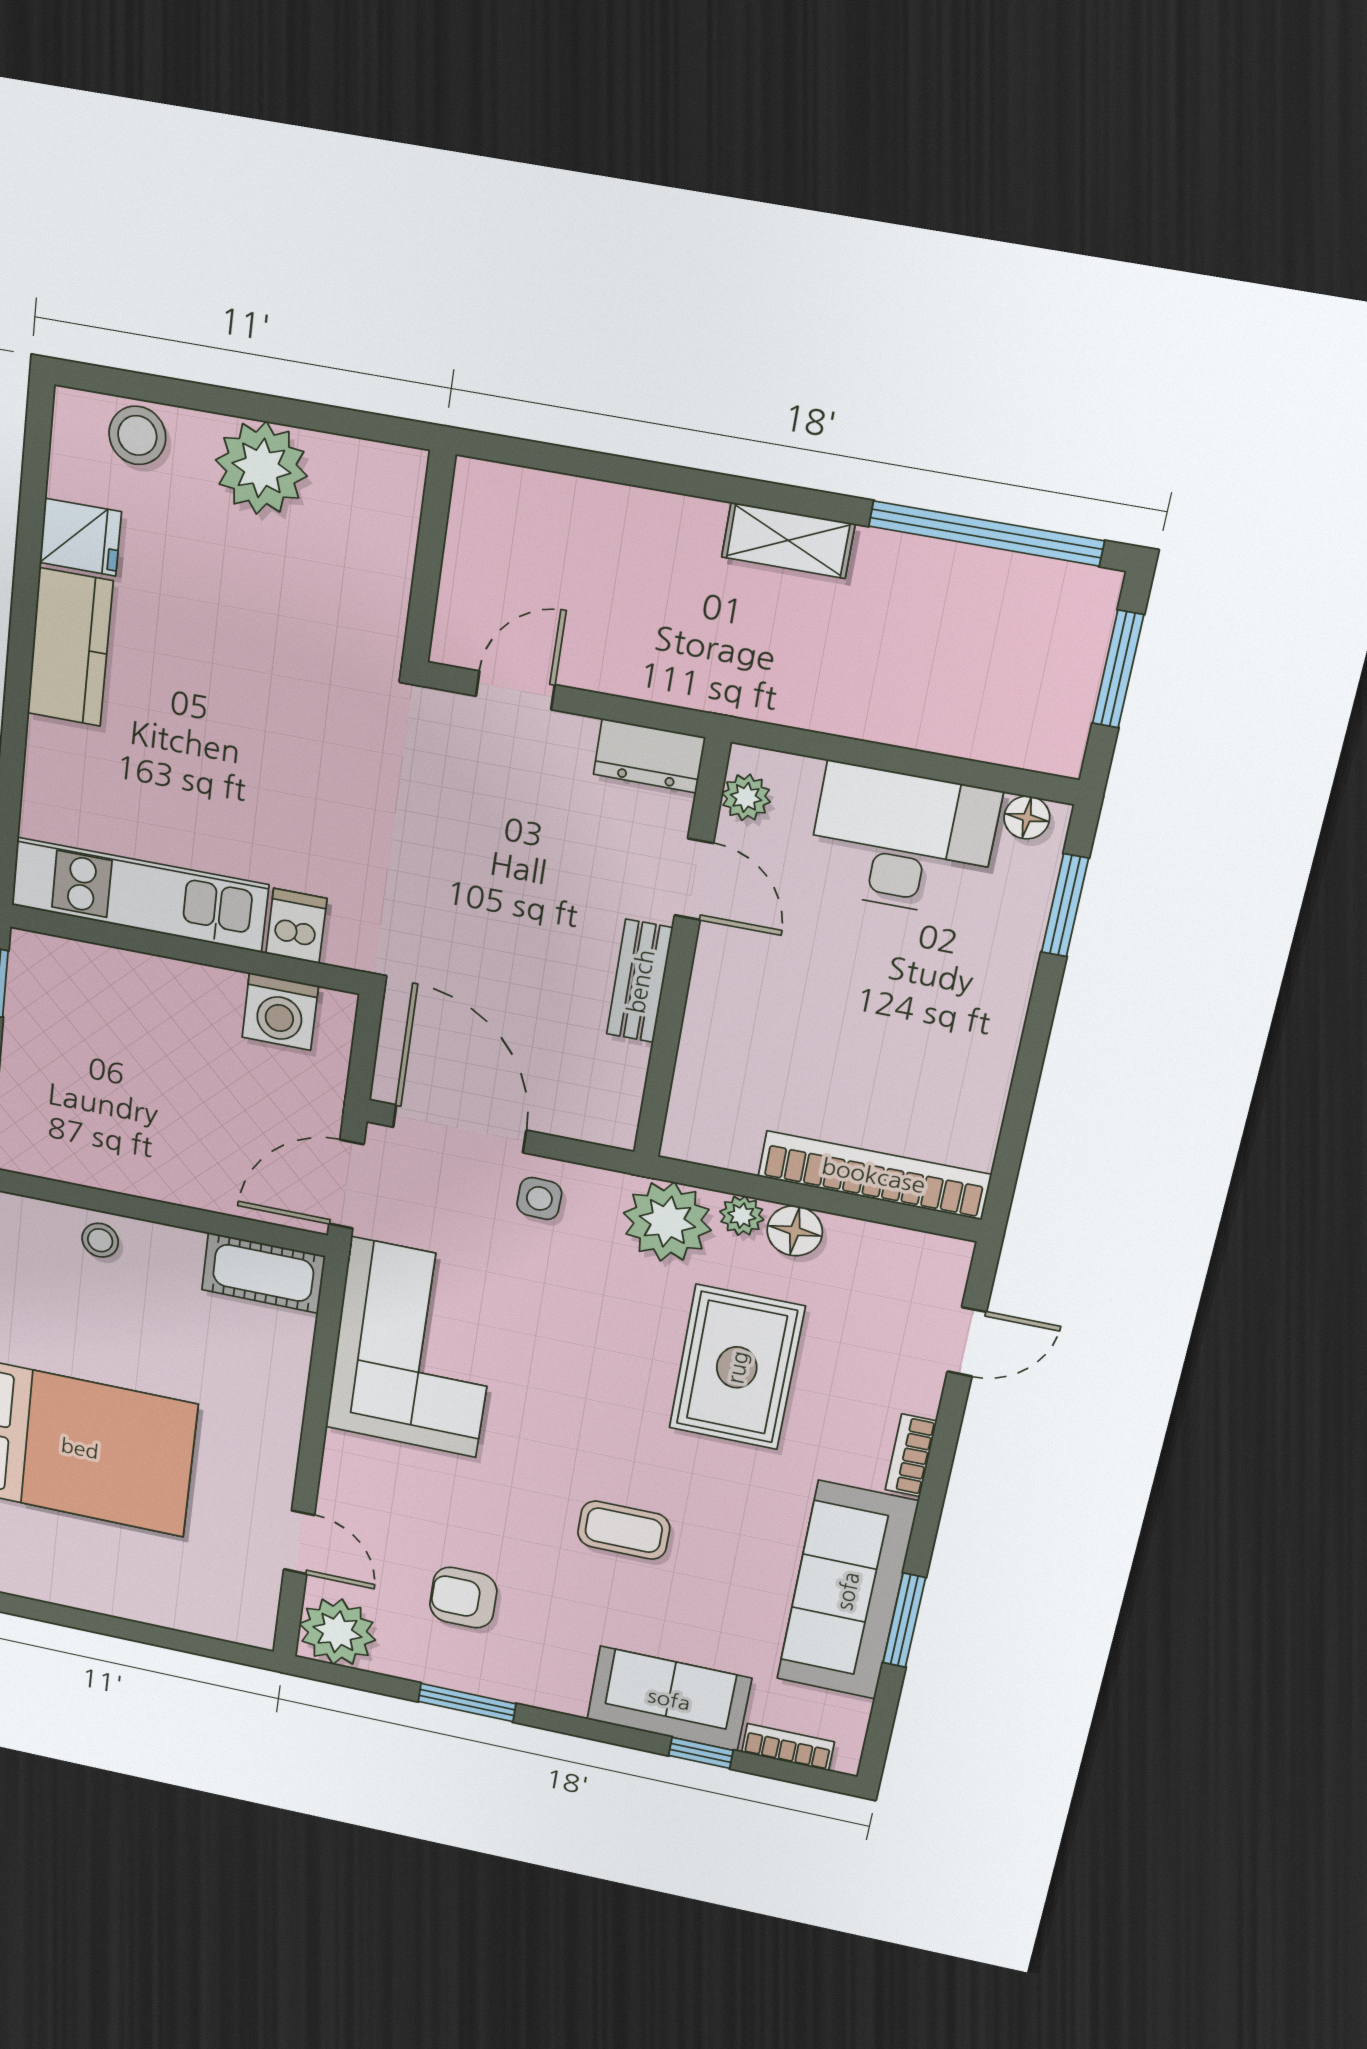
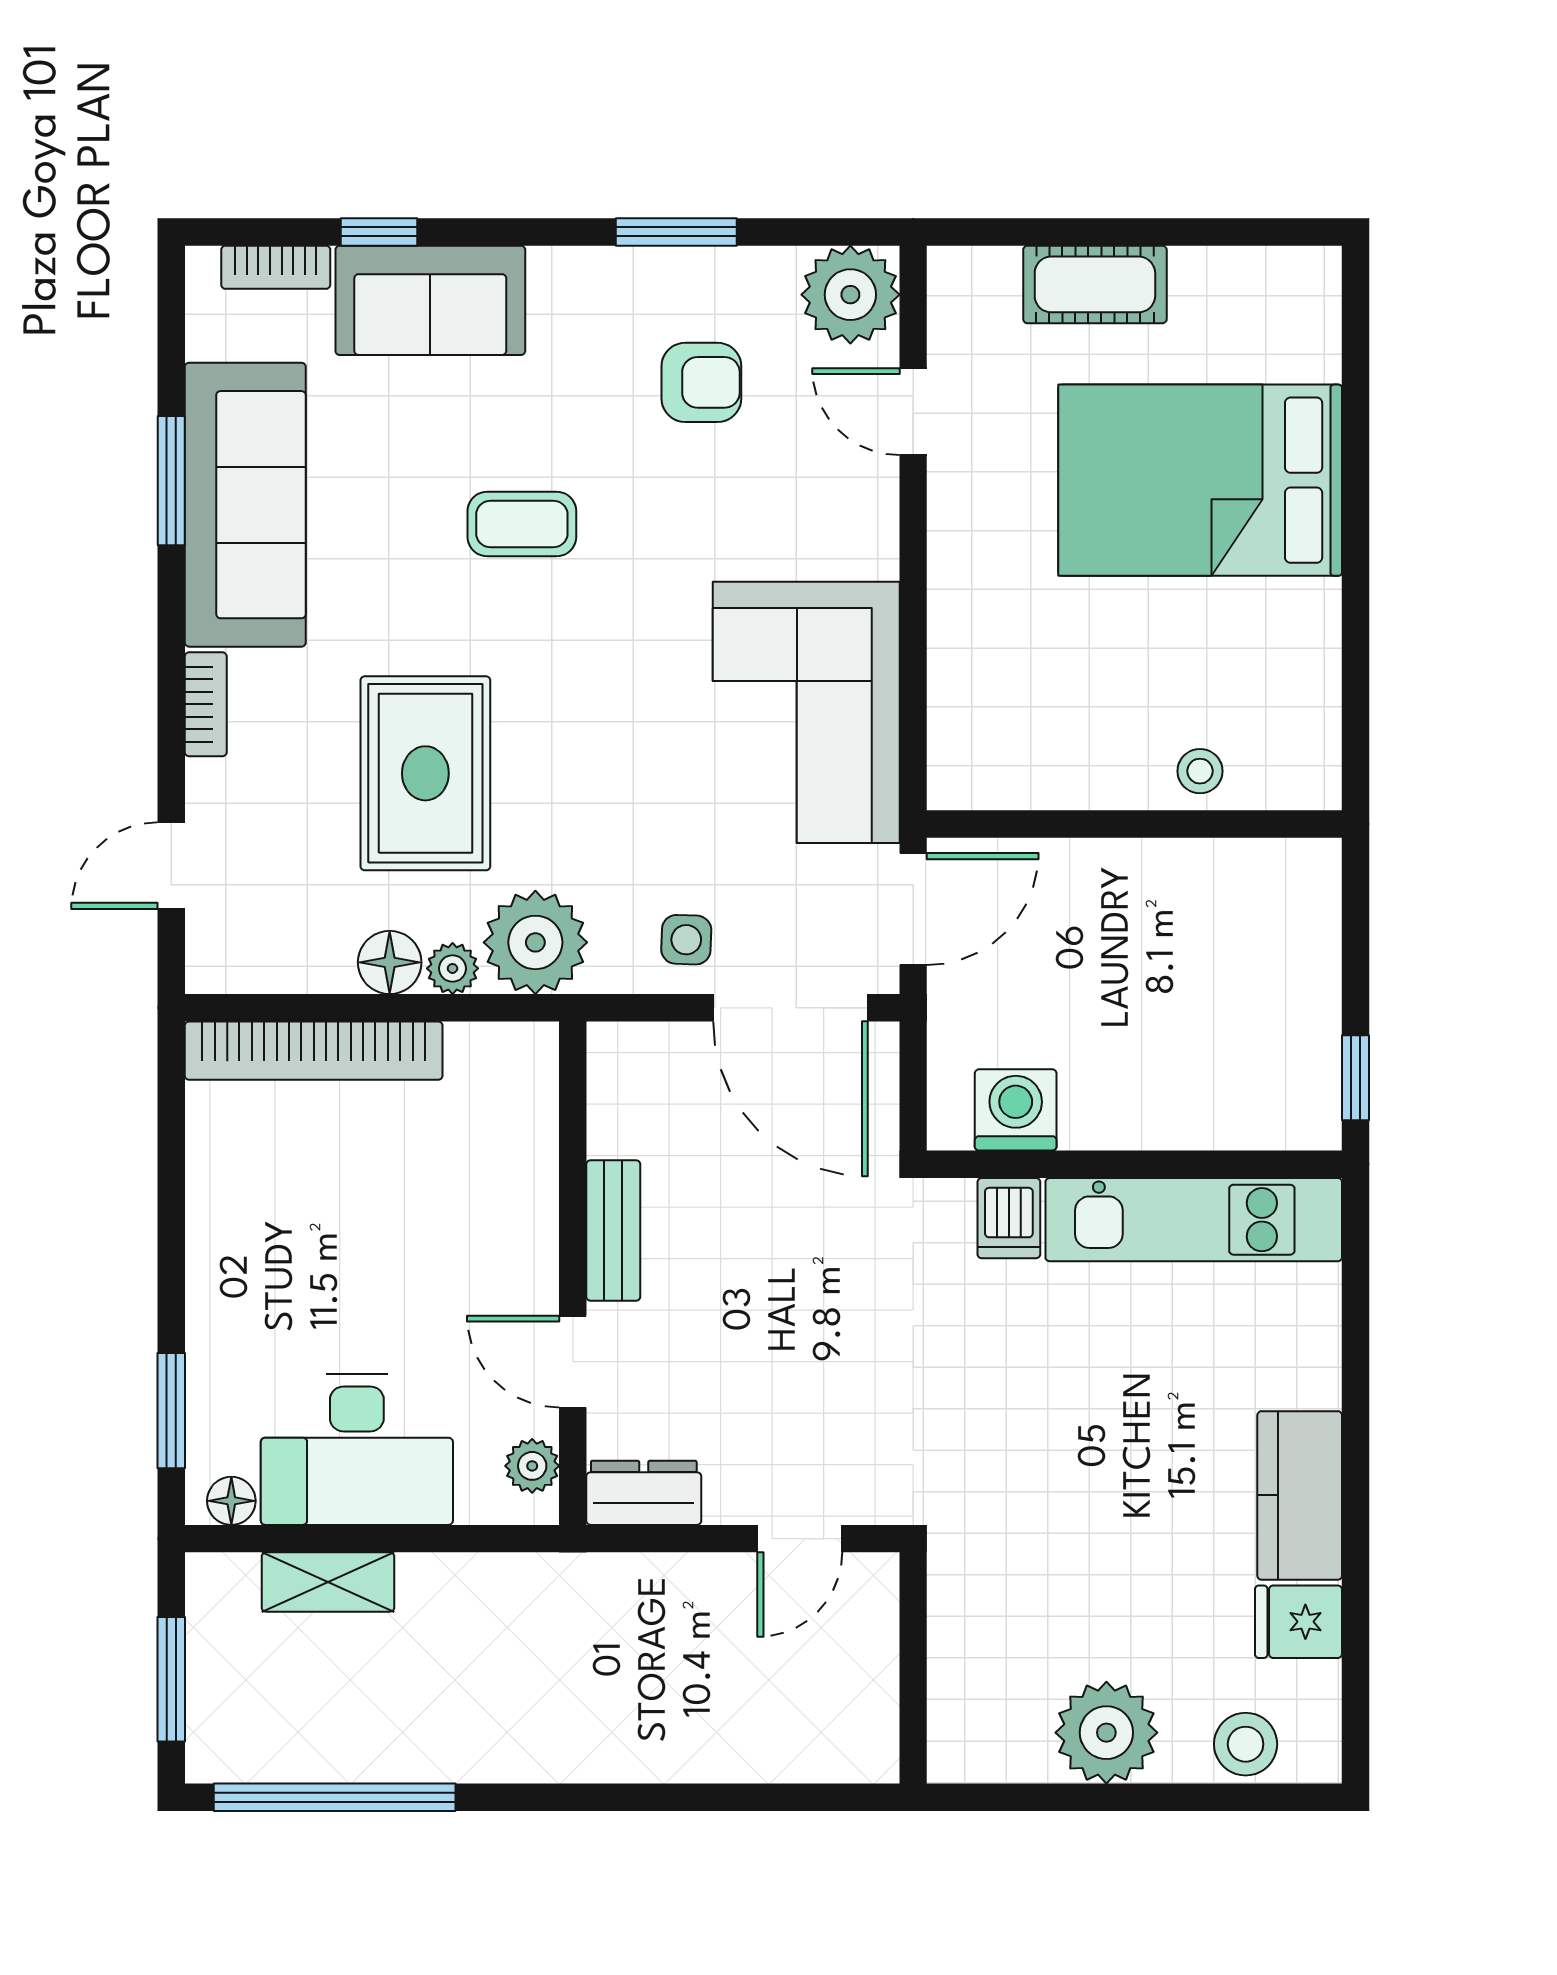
shelving: (788, 540) -> (328, 1582), moved
cot: (263, 1273) -> (1095, 284), moved

